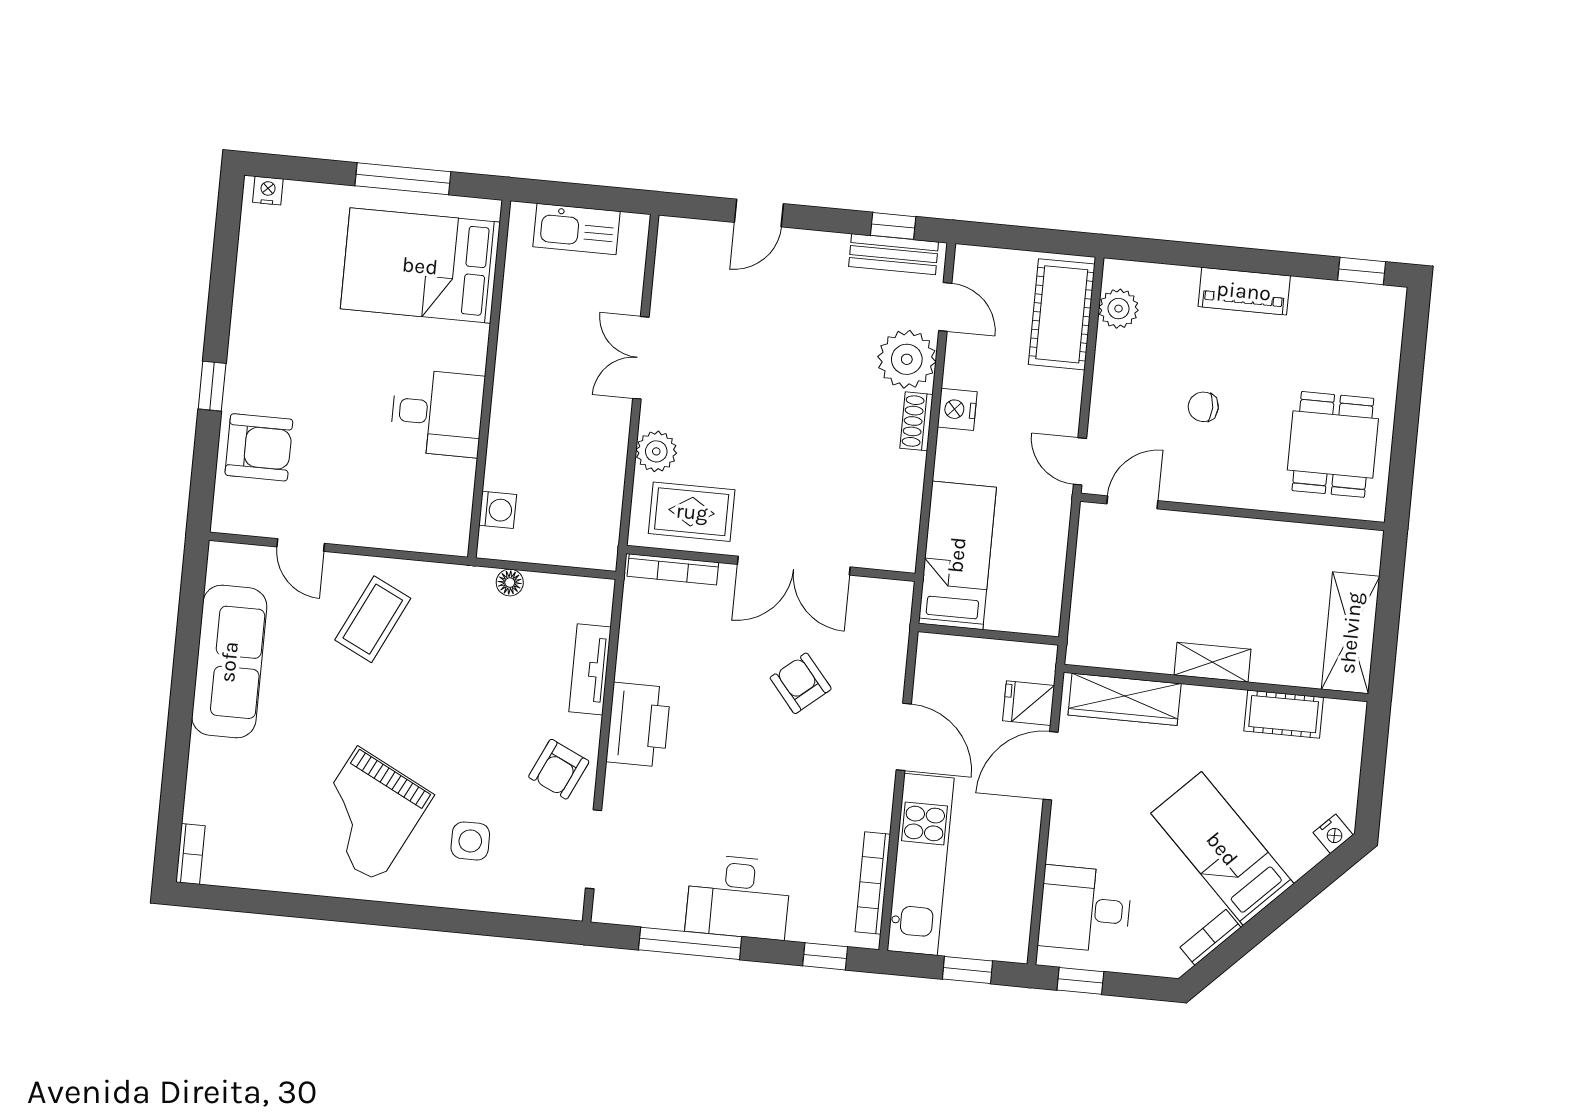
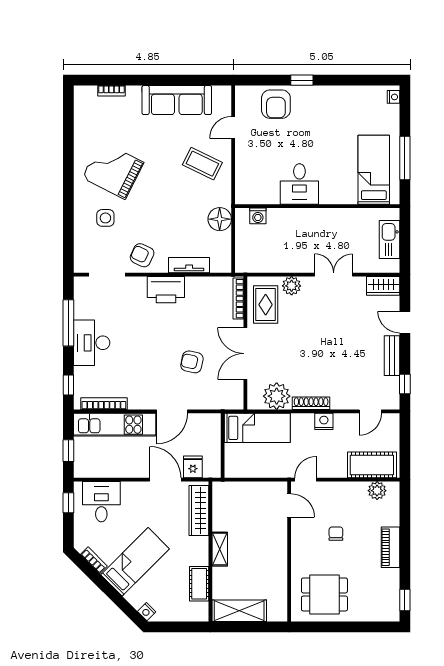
wardrobe: (676, 253) -> (383, 286), added
bench: (894, 254) -> (392, 356), moved
bed: (420, 266) -> (374, 170), width x0.67
plant: (907, 359) -> (277, 396), moved
shoe rack: (916, 421) -> (311, 403), width x1.43
floor lamp: (510, 583) -> (220, 219), width x1.89, depth x1.89
armchair: (801, 683) -> (192, 362), turned -128
bookcase: (190, 854) -> (111, 91), moved

